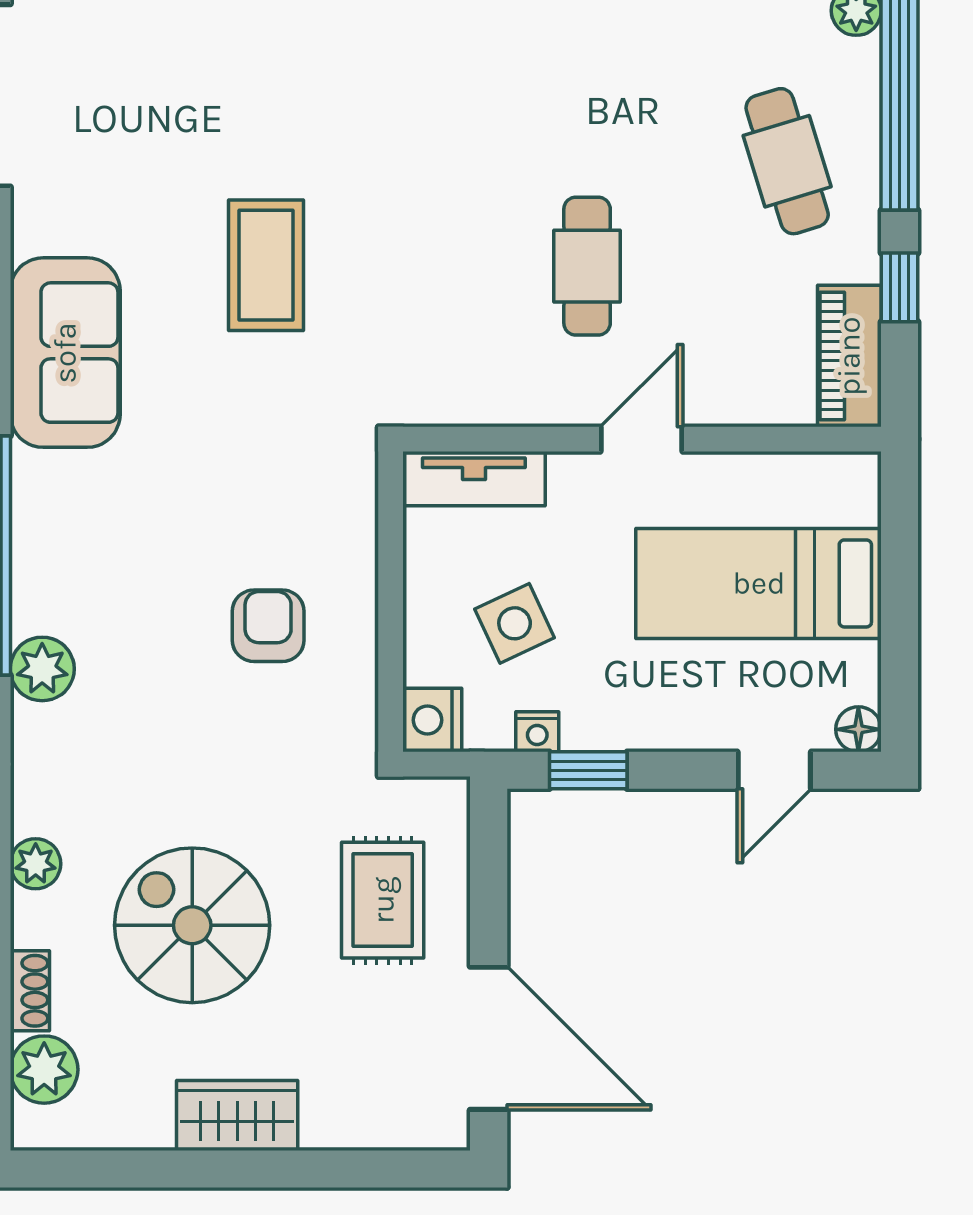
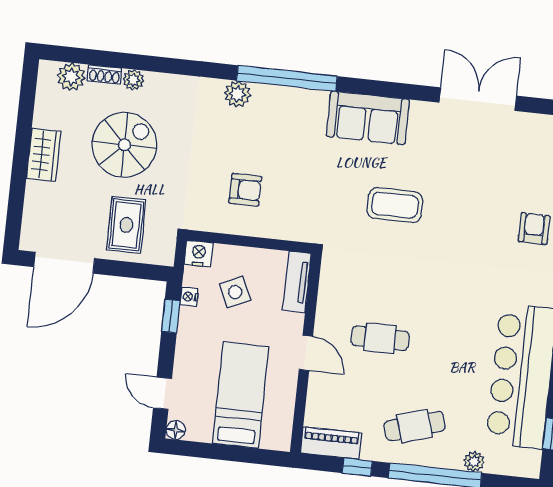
plant: (36, 864) -> (133, 80), moved
rug: (383, 900) -> (126, 225), turned 90

